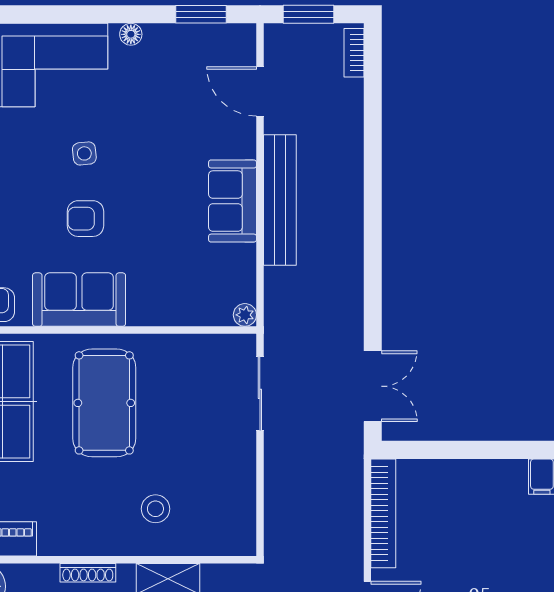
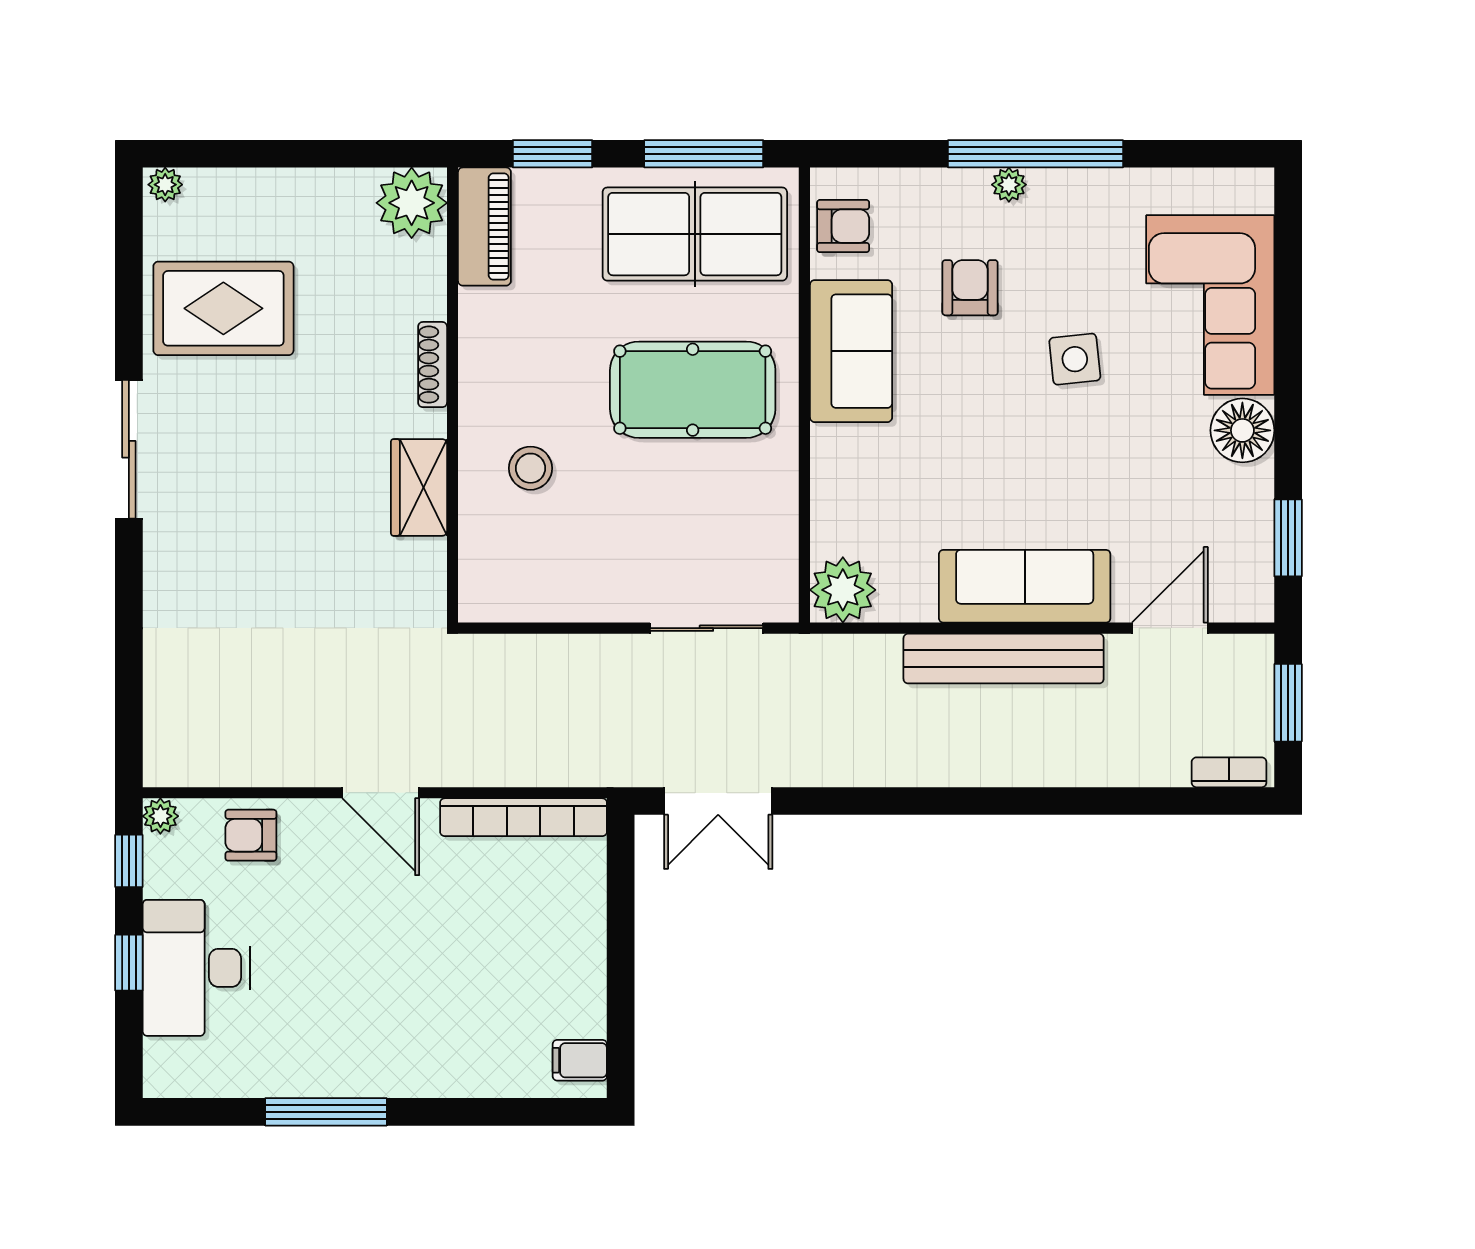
floor lamp: (131, 34) -> (1242, 430), width x1.89, depth x1.89
side table: (84, 153) -> (1075, 359), width x1.37, depth x1.37
sofa: (233, 201) -> (1025, 586), width x1.36
armchair: (85, 219) -> (970, 288), moved
plant: (245, 315) -> (843, 590), width x1.88, depth x1.88

